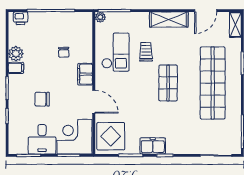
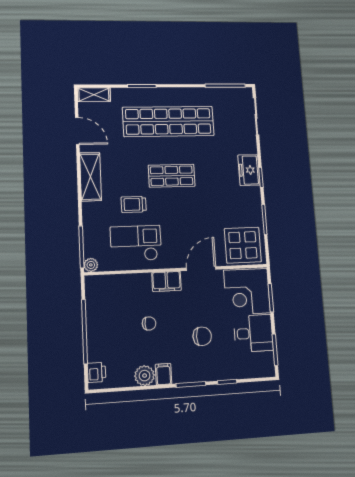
chair: (64, 52) -> (149, 323), moved
chair: (42, 99) -> (202, 336), turned -90
freezer: (153, 146) -> (249, 170), moved

